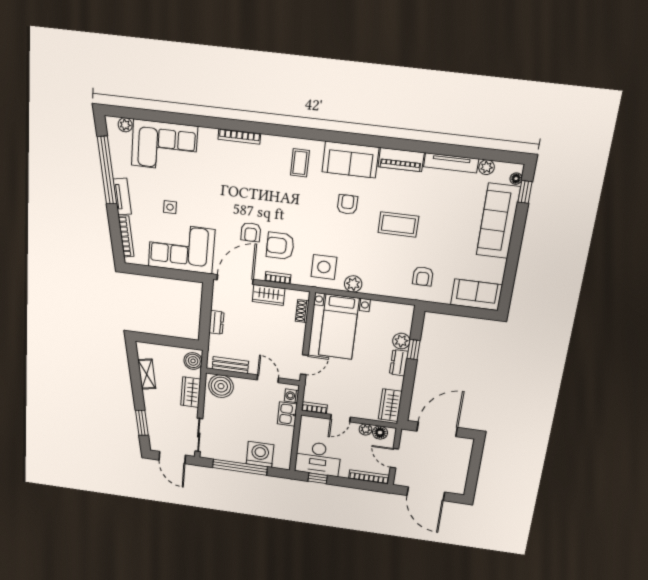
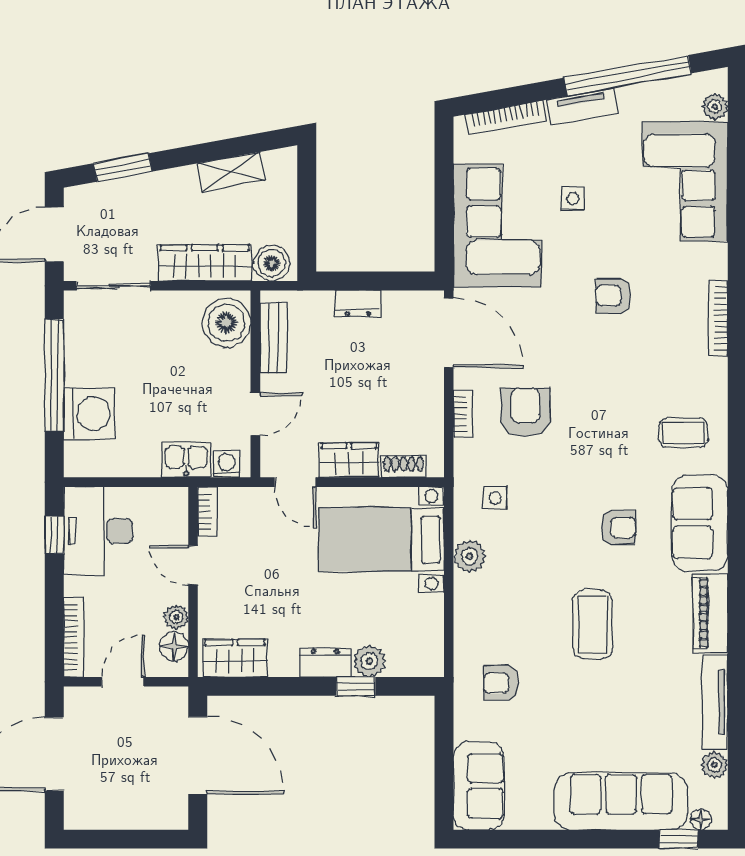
armchair: (251, 232) -> (613, 296), moved
side table: (324, 267) -> (495, 498), width x0.54, depth x0.54
wardrobe: (268, 295) -> (349, 460), moved, turned 90
wardrobe: (191, 392) -> (205, 263), width x1.50

